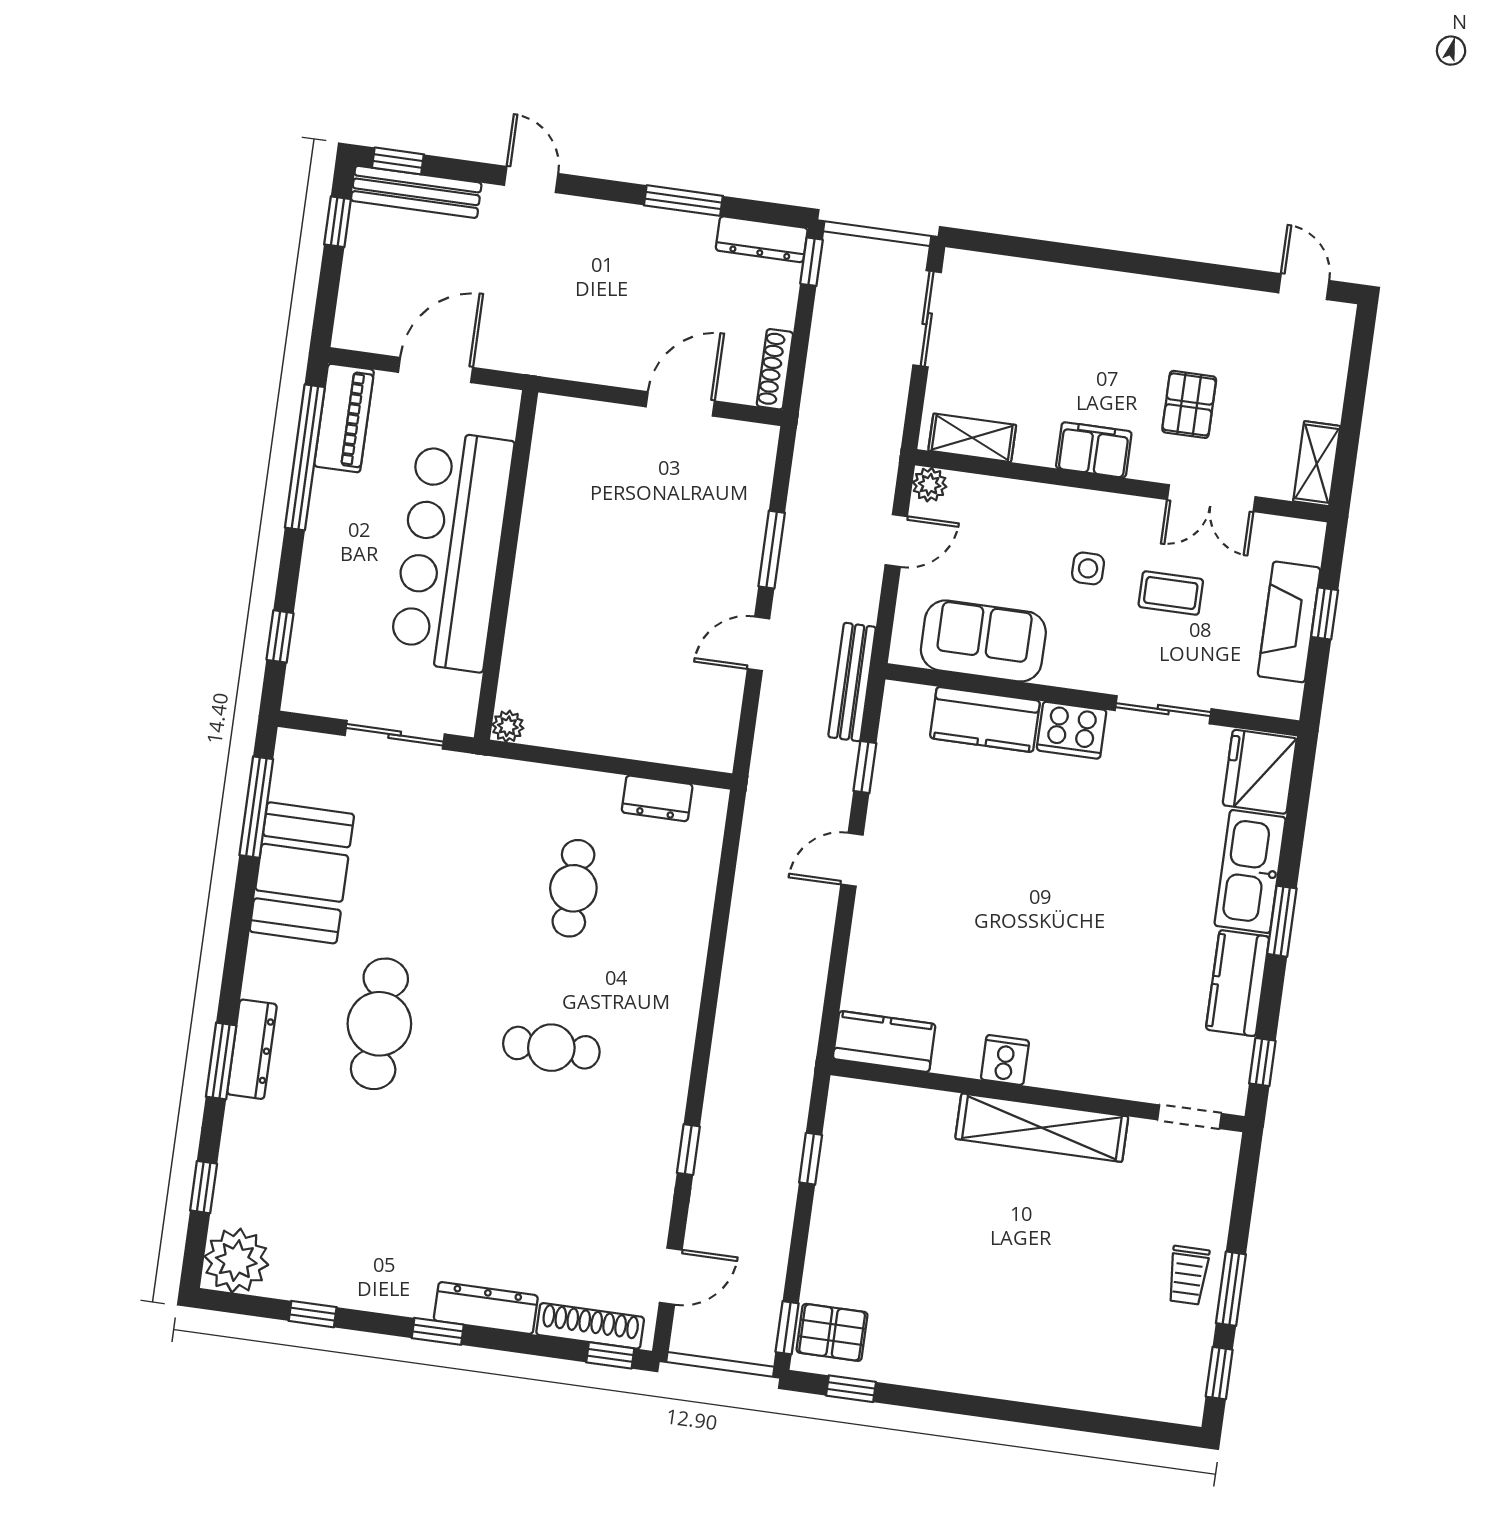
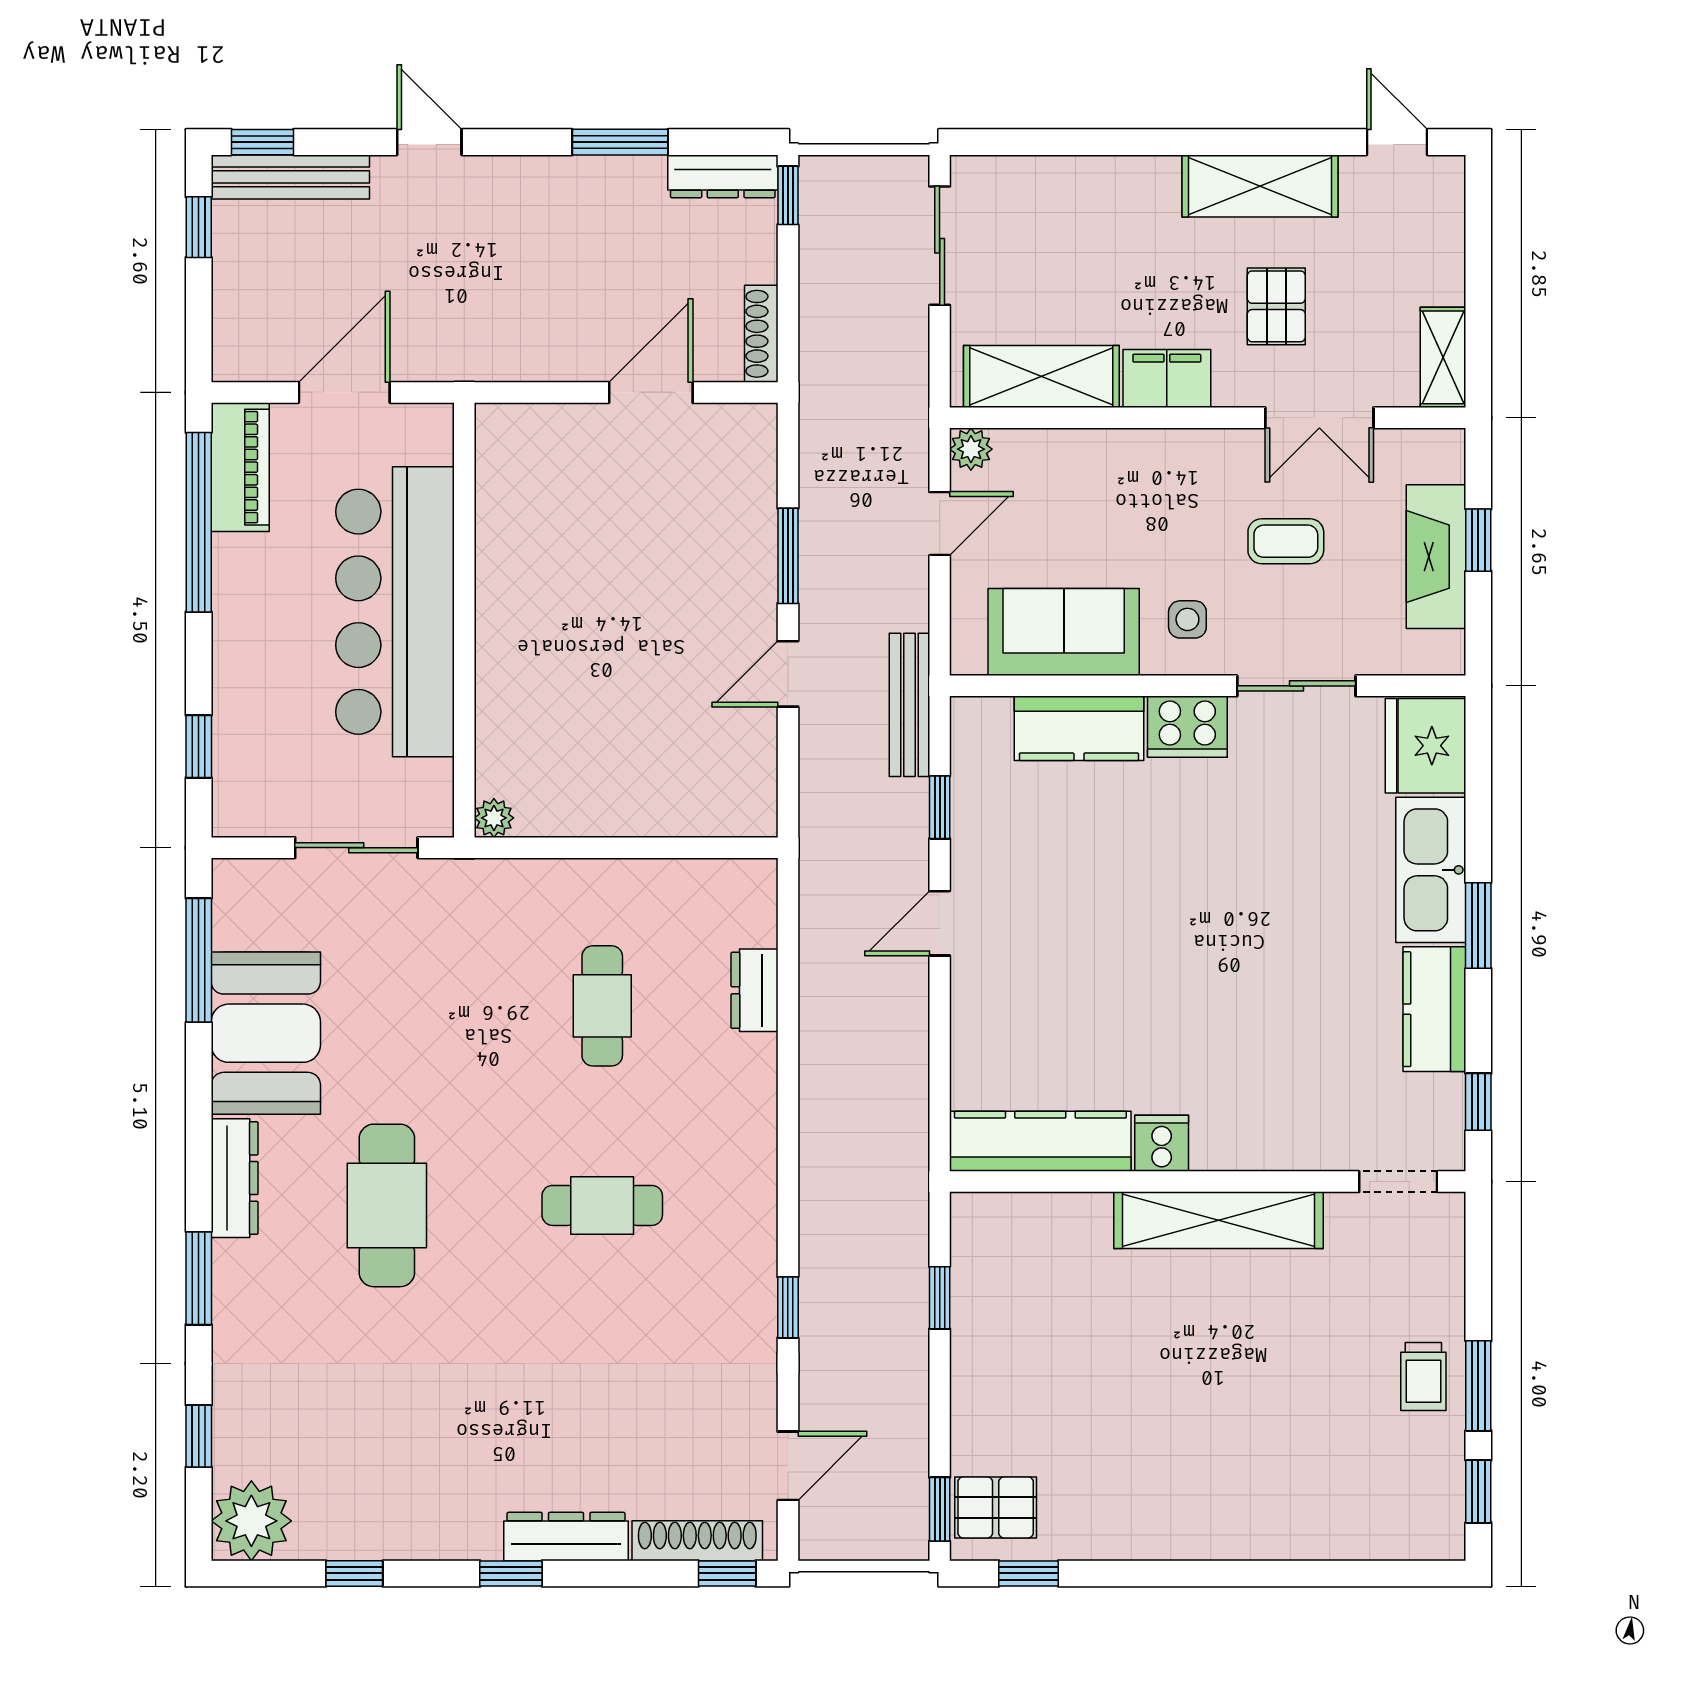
shelving: (1189, 306) -> (1260, 186), added
shelving: (972, 438) -> (1041, 377), width x1.50, depth x1.33
side table: (1088, 568) -> (1187, 619), moved
dresser: (657, 798) -> (754, 990), moved, turned 90
kitchen counter: (884, 1042) -> (1040, 1141), width x1.50
dresser: (252, 1049) -> (235, 1178), moved

